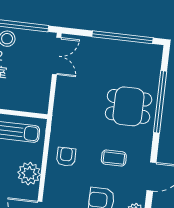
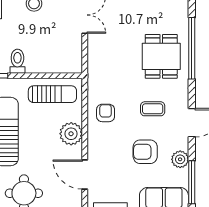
dining table: (129, 106) -> (161, 56), turned 90

